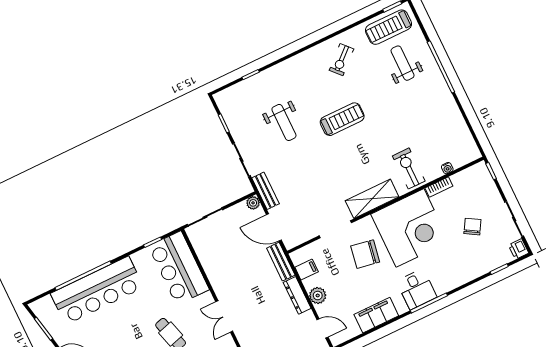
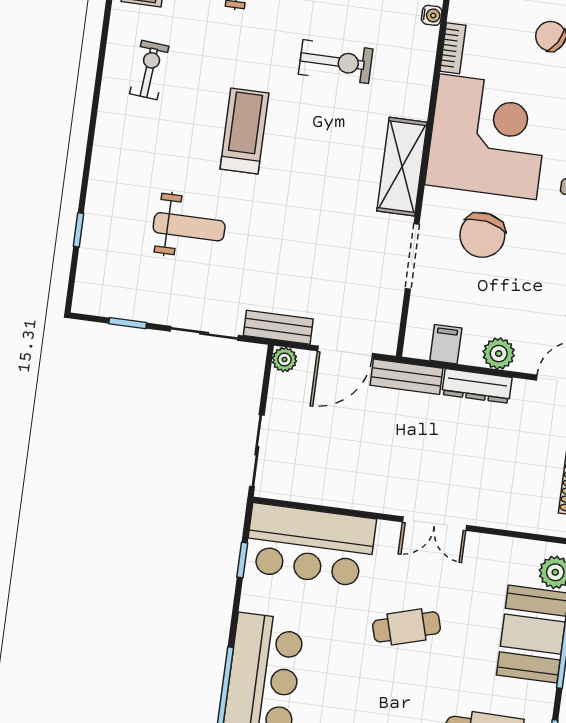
exercise bike: (341, 60) -> (149, 70), turned -133
exercise bike: (409, 168) -> (336, 62), moved, turned 180

